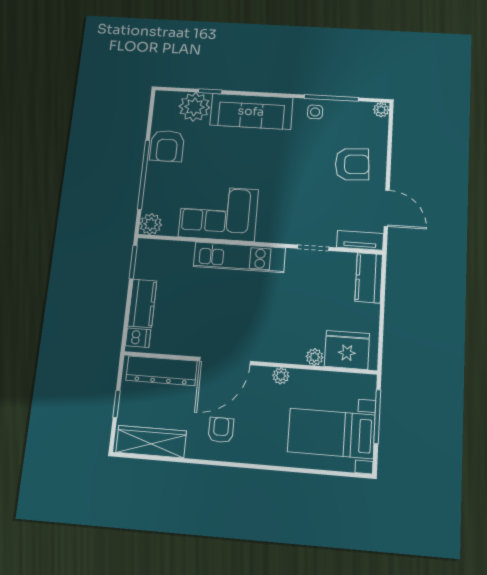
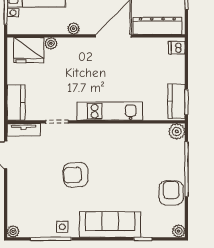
plant: (194, 107) -> (179, 231), moved, width x0.53, depth x0.53
armchair: (352, 164) -> (76, 175), moved
corner sofa: (218, 213) -> (128, 143), removed
kitchen counter: (142, 303) -> (176, 101), moved

